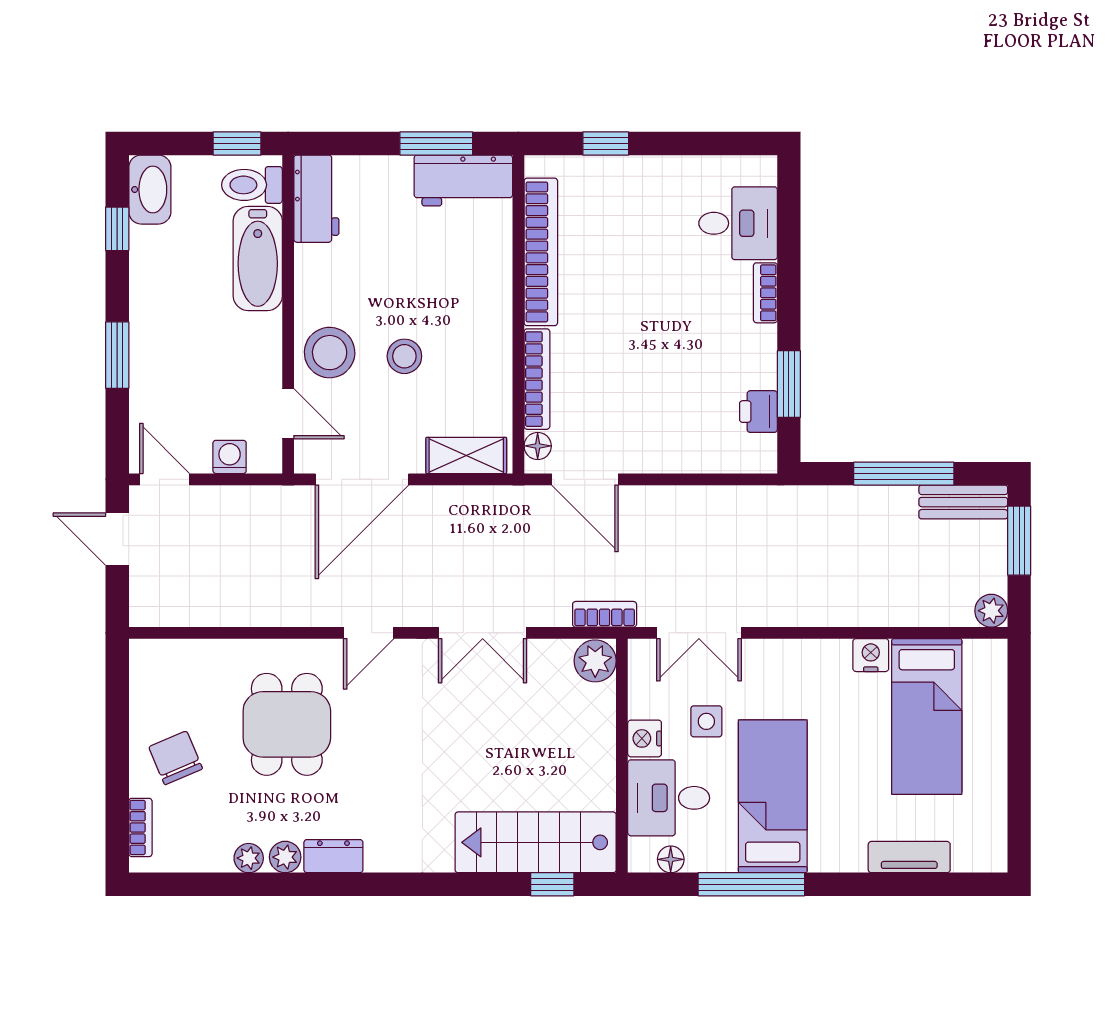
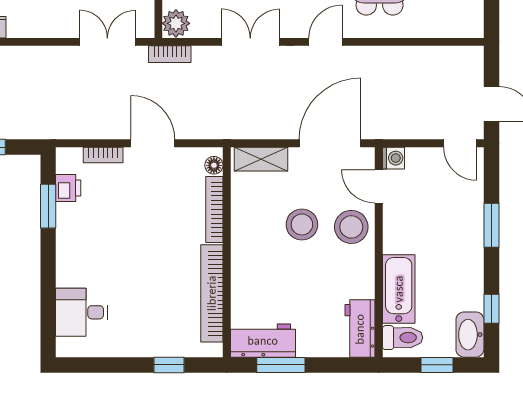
window: (237, 143) -> (437, 365), moved
bookcase: (765, 293) -> (103, 155), moved, turned 90
stool: (404, 356) -> (302, 224), width x1.38, depth x1.38
washing machine: (230, 457) -> (393, 158), moved, turned -90
door: (585, 479) -> (153, 143), moved

